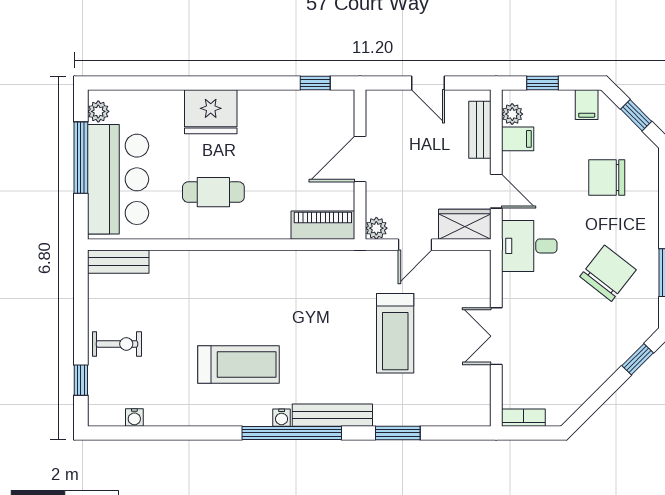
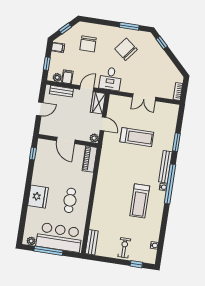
treadmill: (239, 365) -> (140, 201), turned 180

